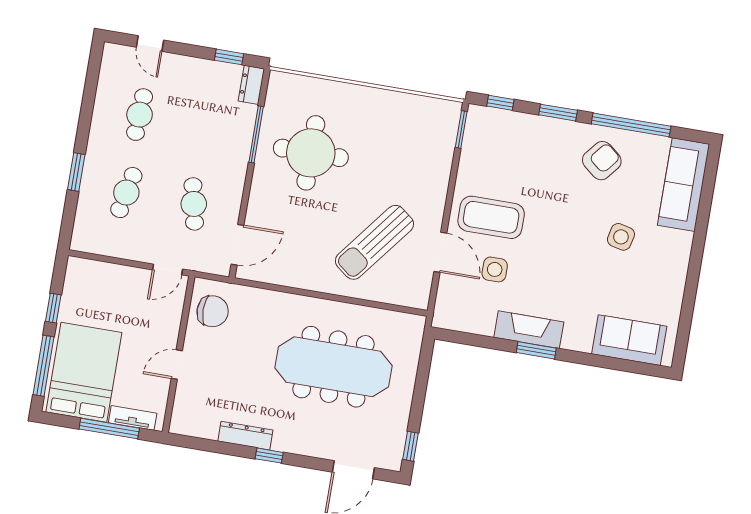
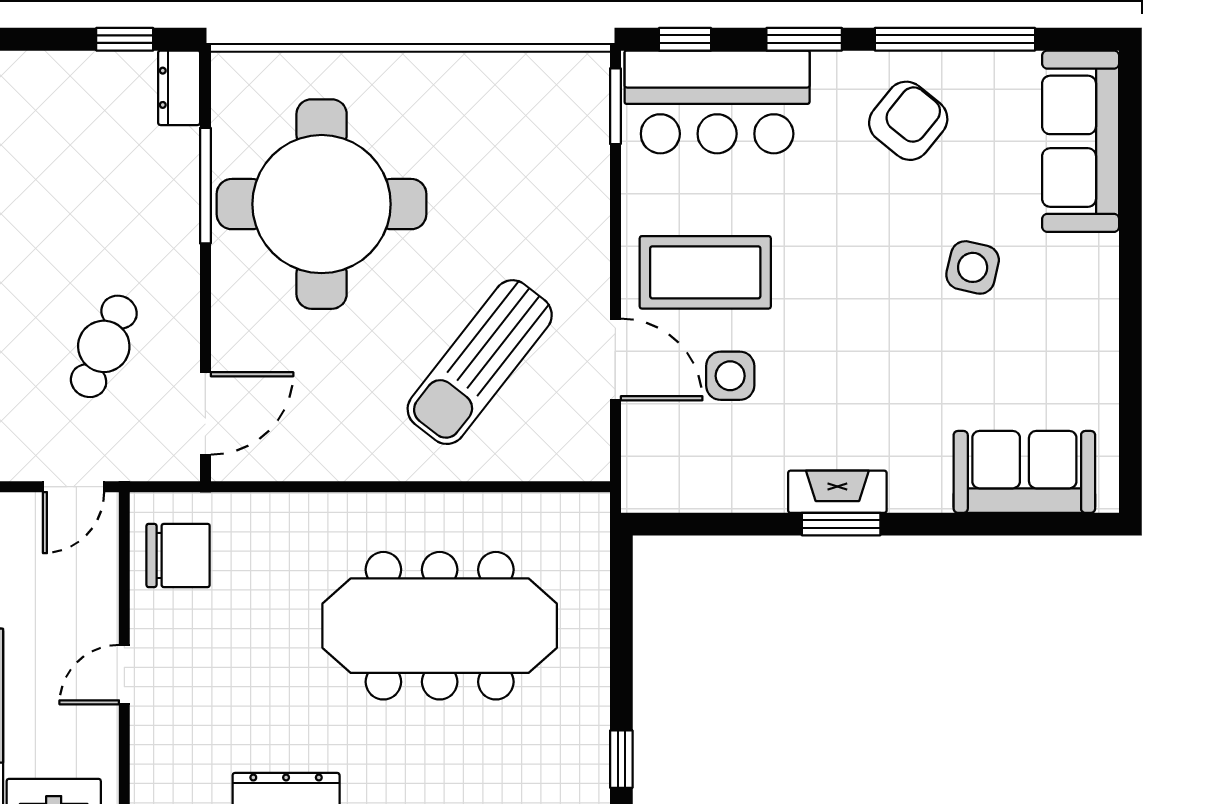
bar counter: (511, 136) -> (717, 102), added
round table: (311, 153) -> (322, 204), width x1.36, depth x1.36
cafe table: (194, 204) -> (104, 346), turned 36
fireplace: (529, 330) -> (837, 492), width x0.73, depth x0.76

